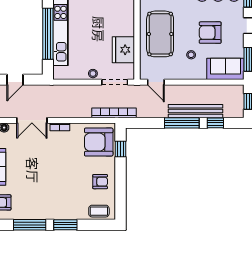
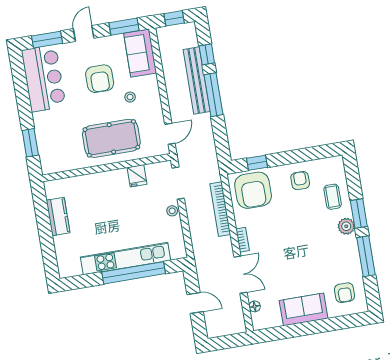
fridge: (123, 50) -> (137, 176), width x0.53, depth x0.75
bookcase: (114, 113) -> (220, 209), moved
coffee table: (99, 211) -> (333, 197), moved
plant: (57, 213) -> (346, 226), added

